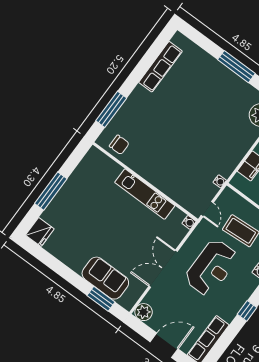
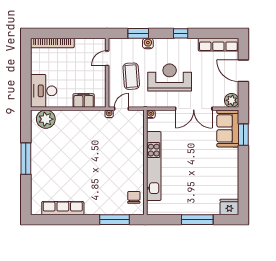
kitchen unit: (145, 194) -> (154, 166), width x1.36
door: (207, 209) -> (122, 109), moved
sofa: (105, 278) -> (228, 128), moved

